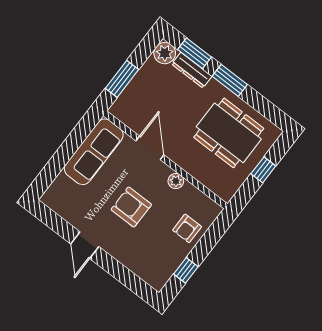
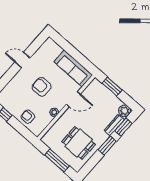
dining table: (229, 133) -> (79, 143), width x0.73
window: (263, 170) -> (57, 160), width x2.17
armchair: (131, 207) -> (42, 87), turned -90

